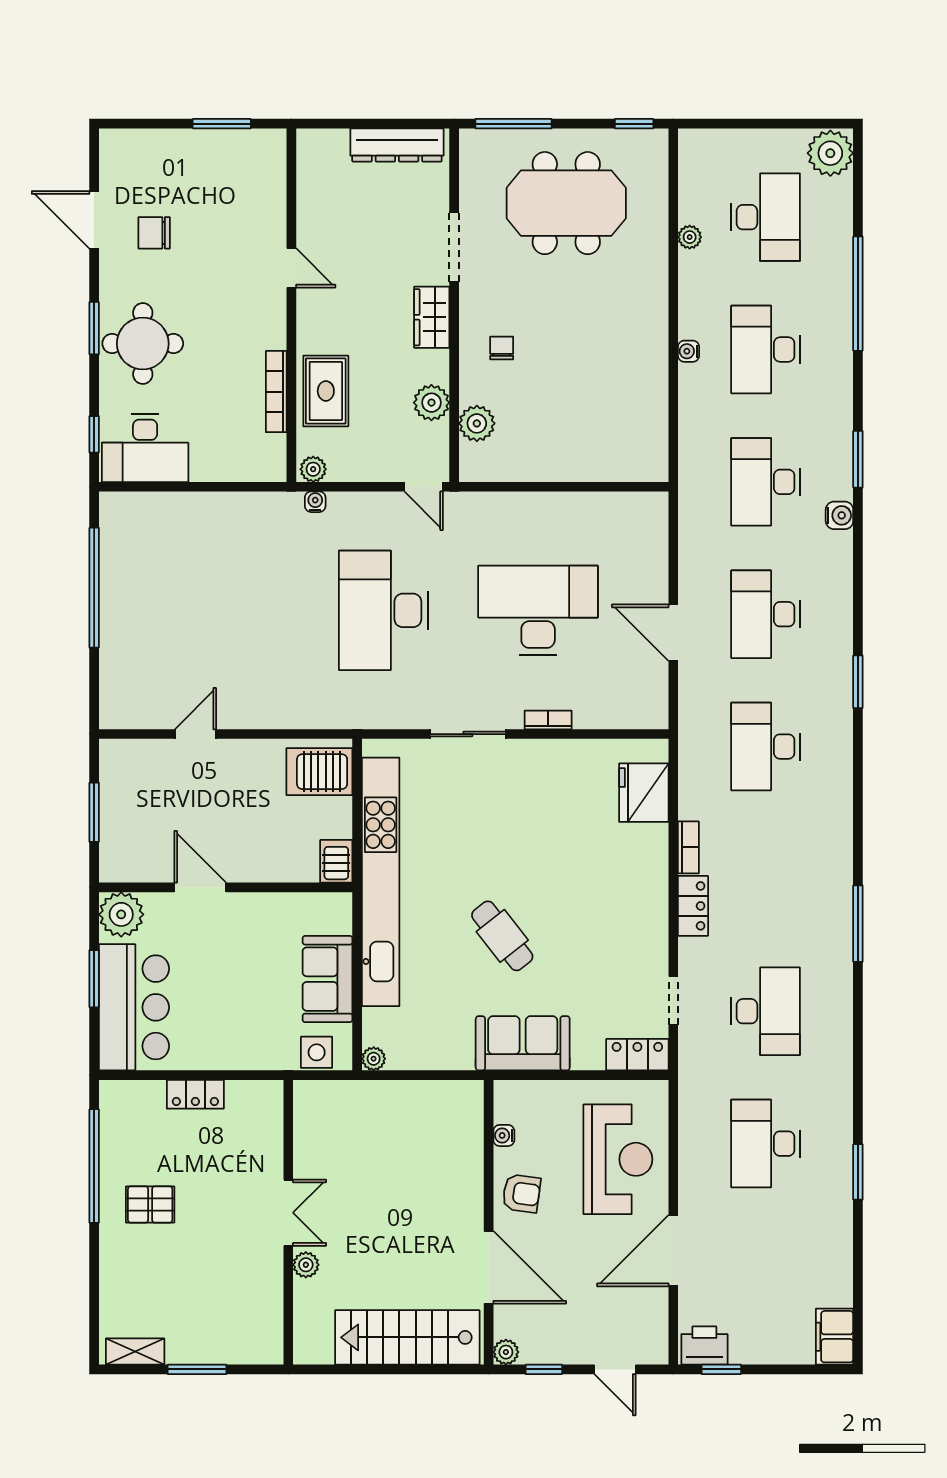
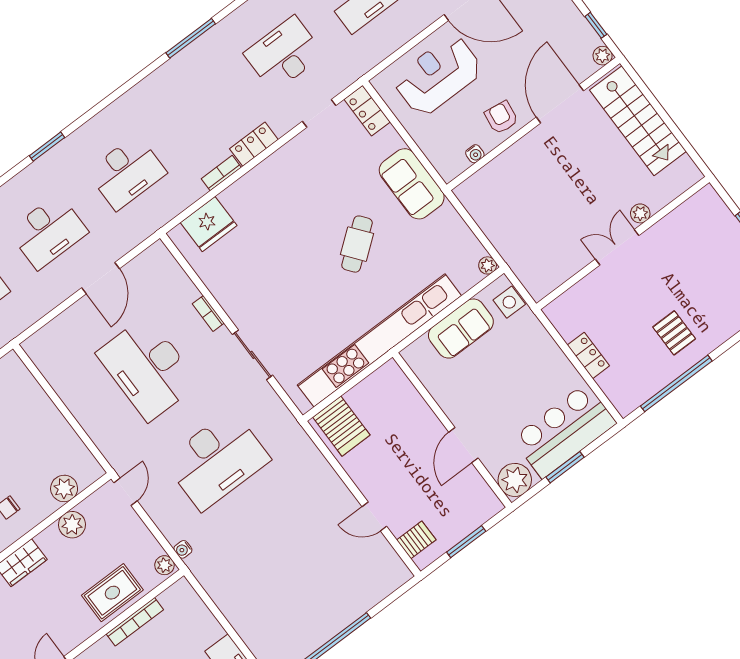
server rack: (336, 861) -> (416, 540), moved, turned 180

